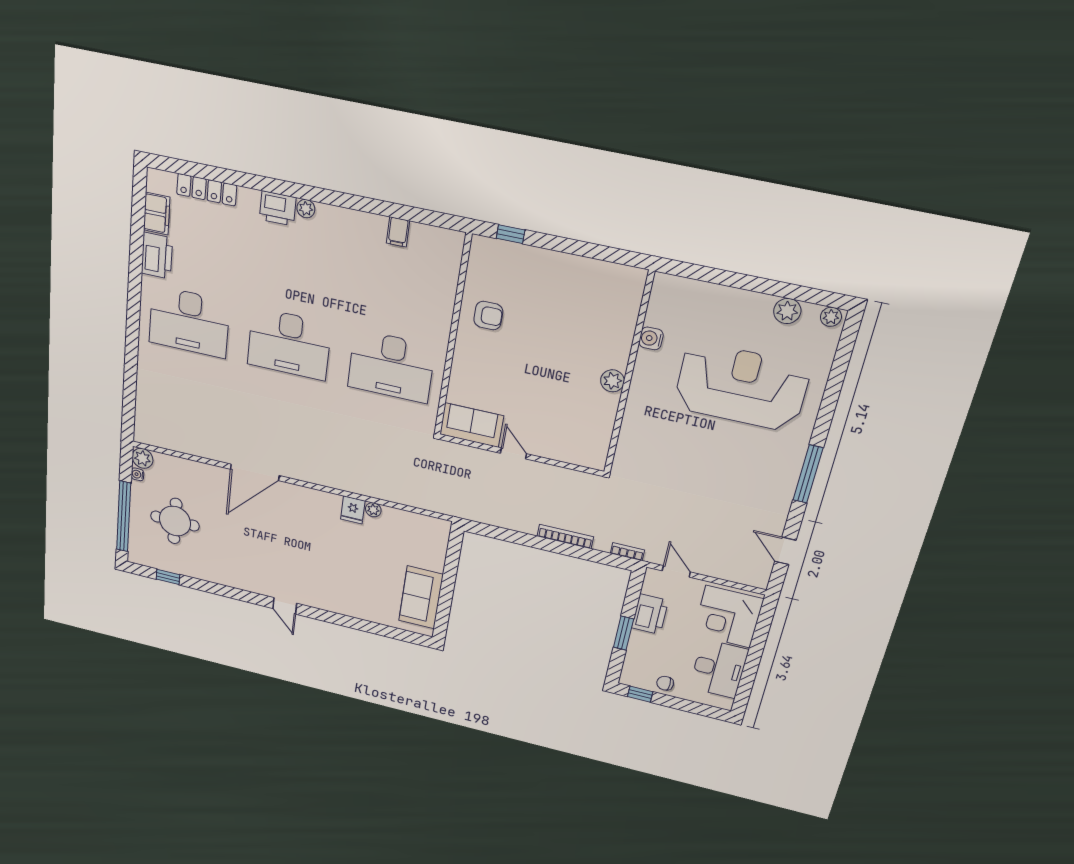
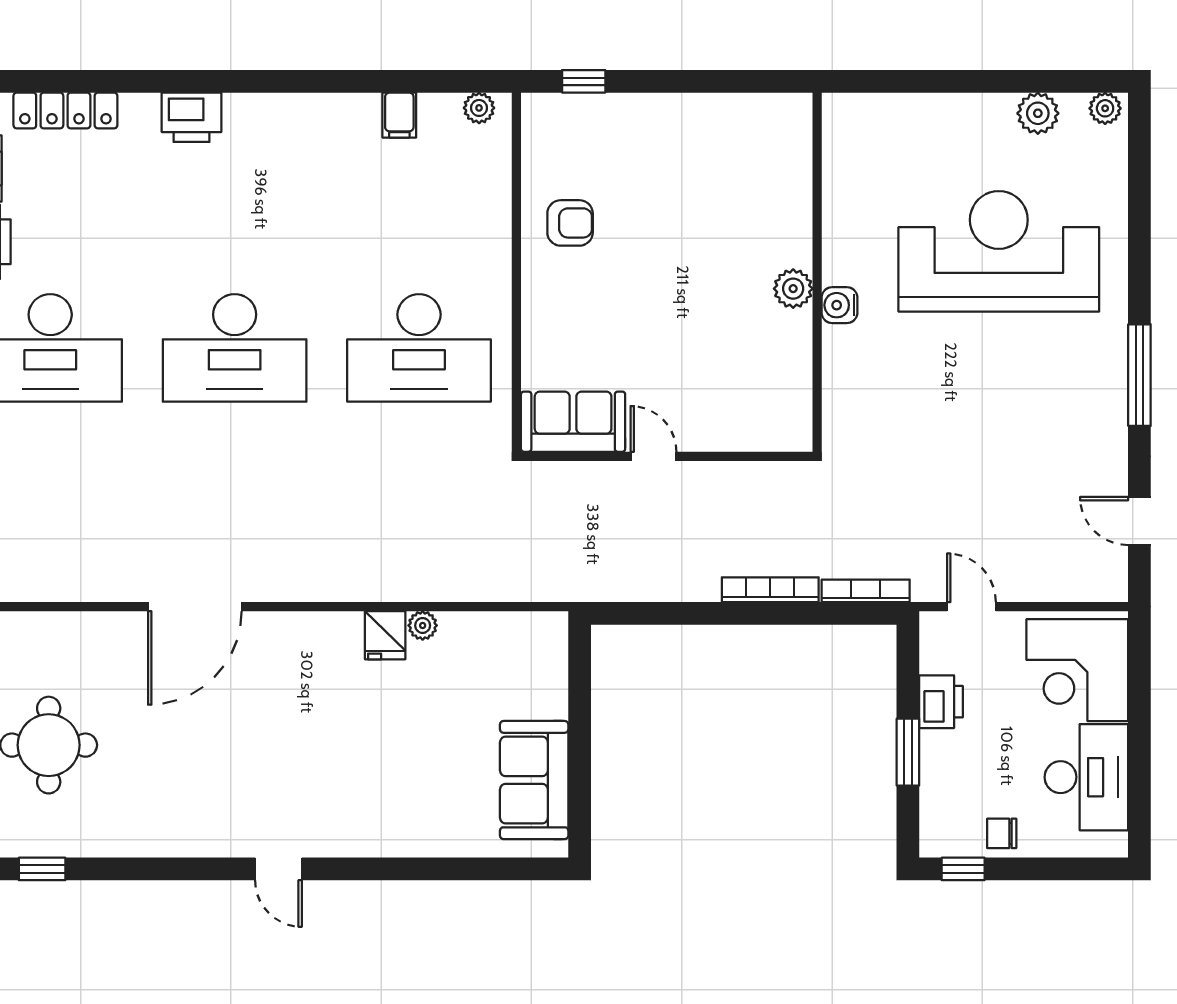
plant: (306, 209) -> (479, 108), moved
water cooler: (651, 338) -> (840, 305), moved
bookcase: (627, 552) -> (866, 591), width x1.56
printer: (650, 614) -> (941, 702), width x0.73, depth x0.84

